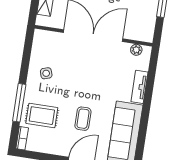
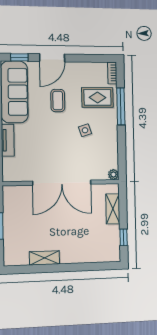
plant: (136, 50) -> (113, 174), moved
side table: (46, 73) -> (85, 130), moved

